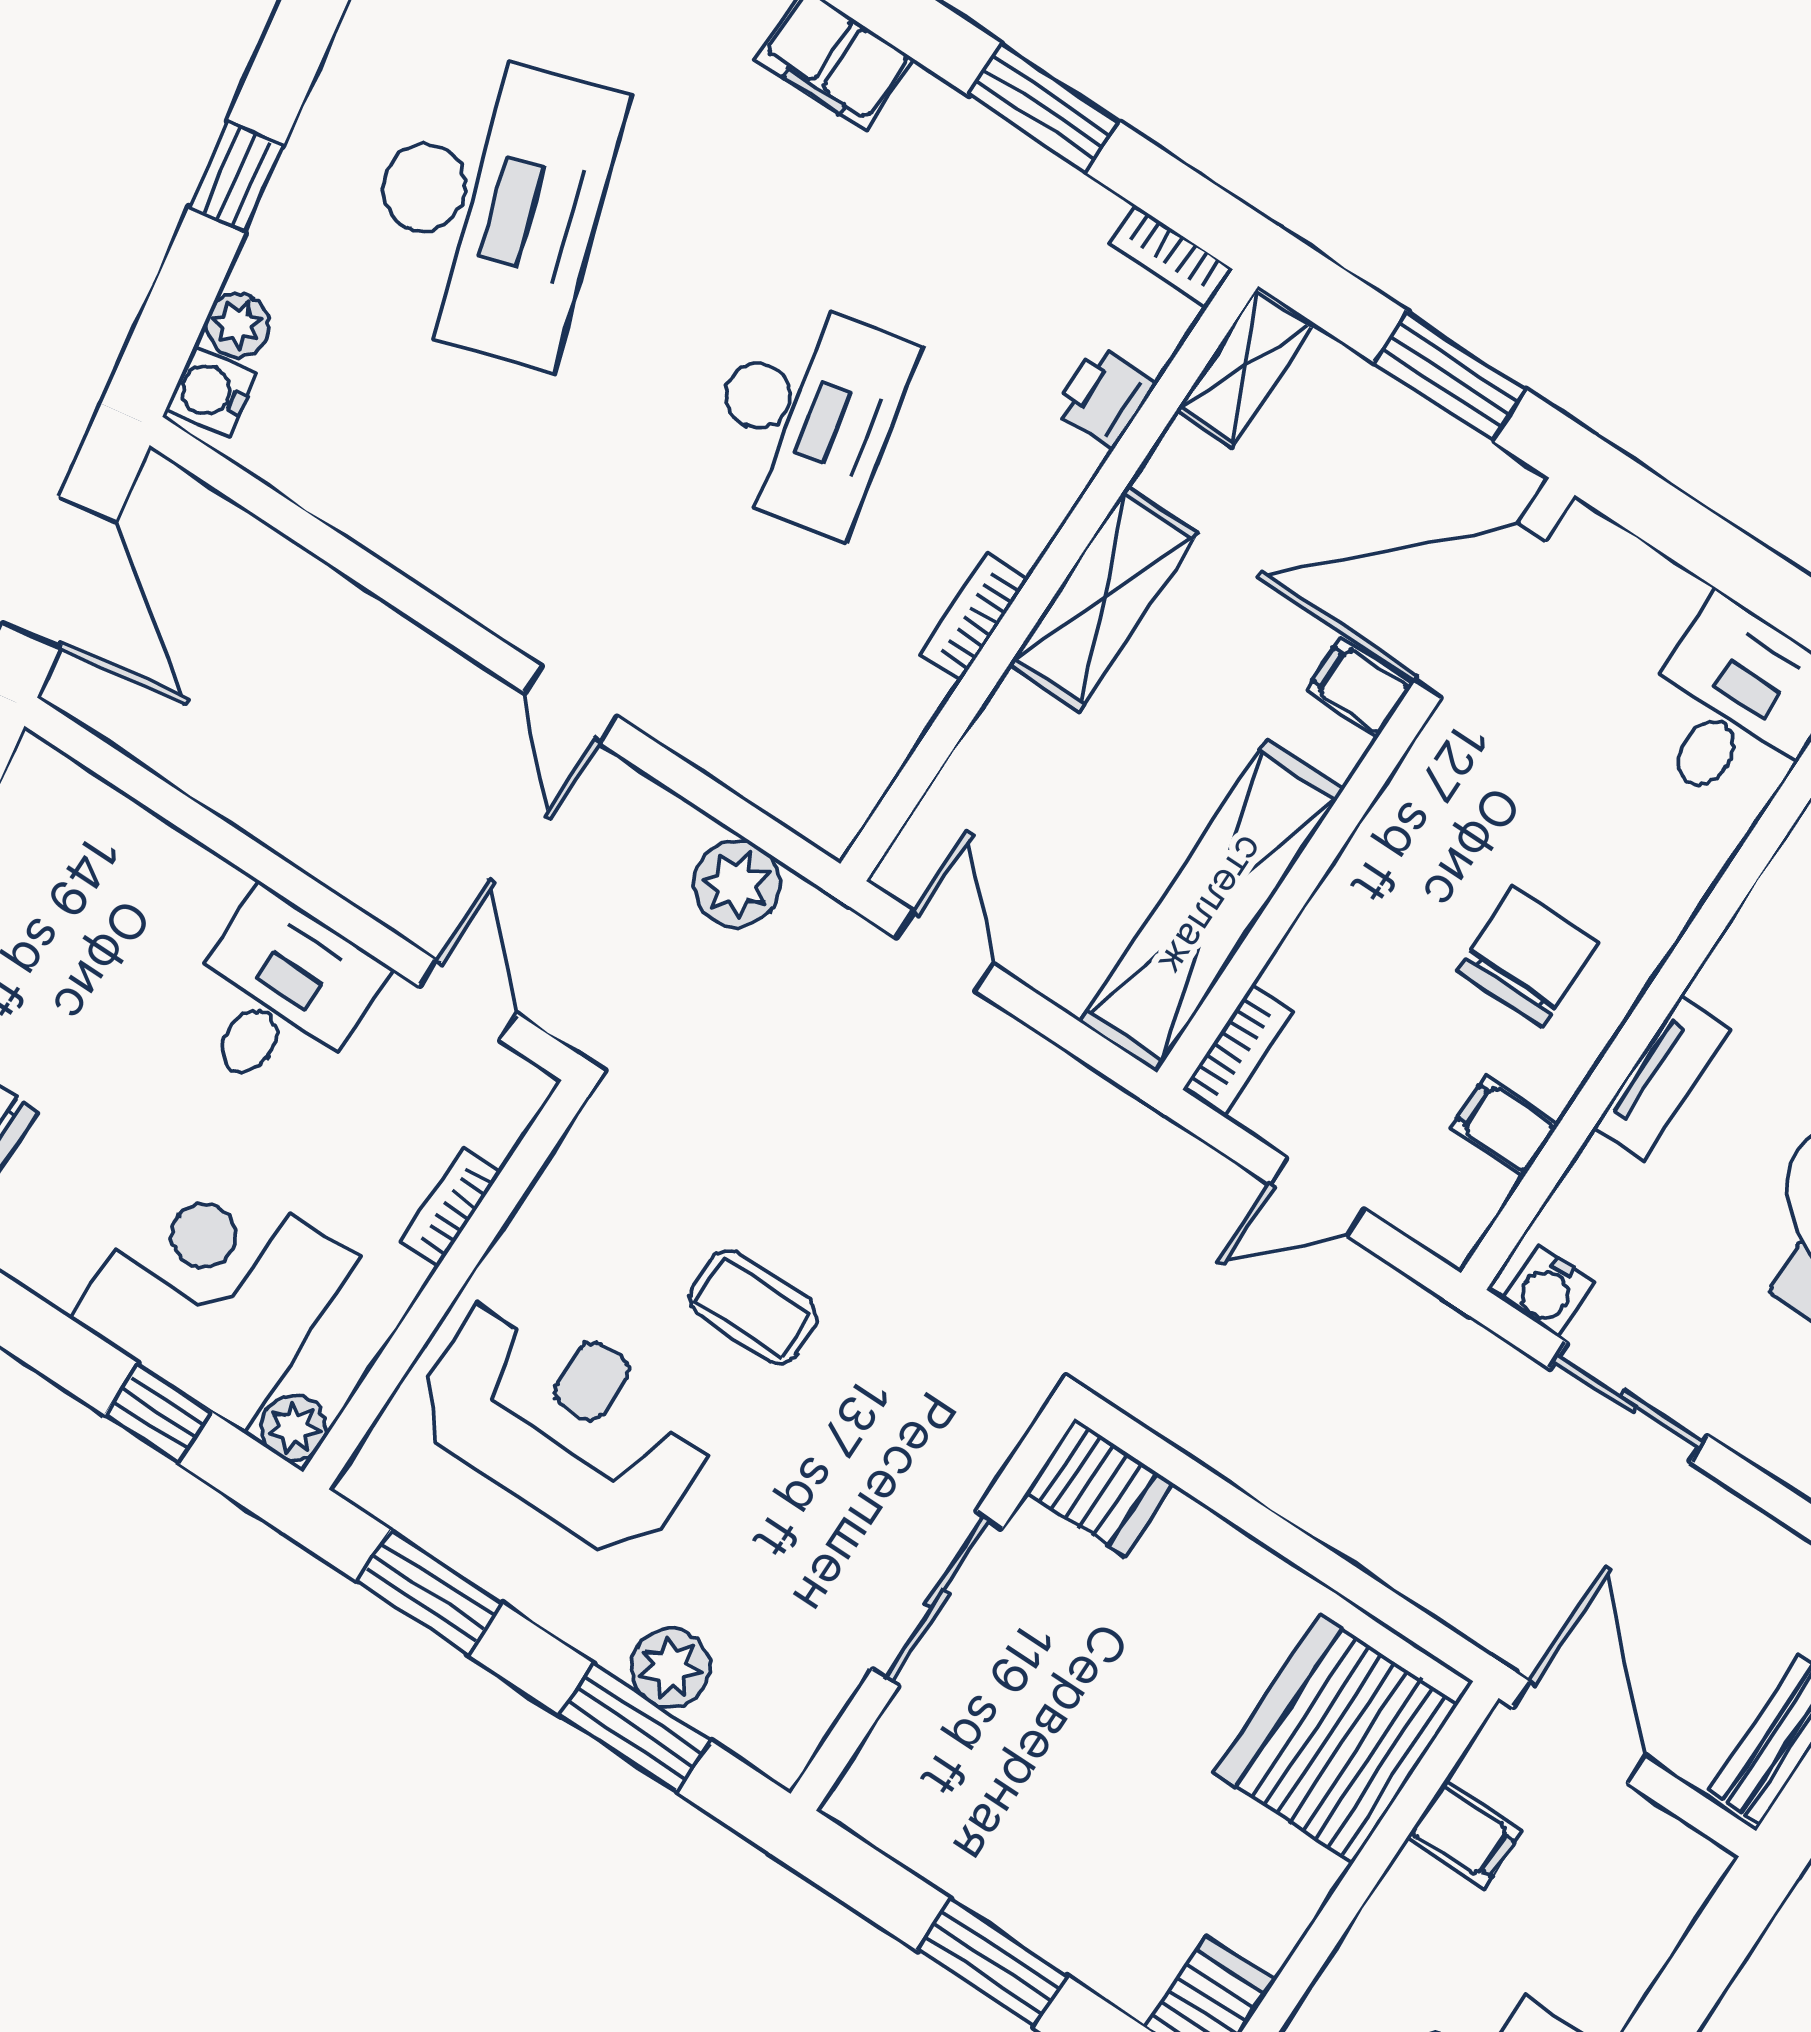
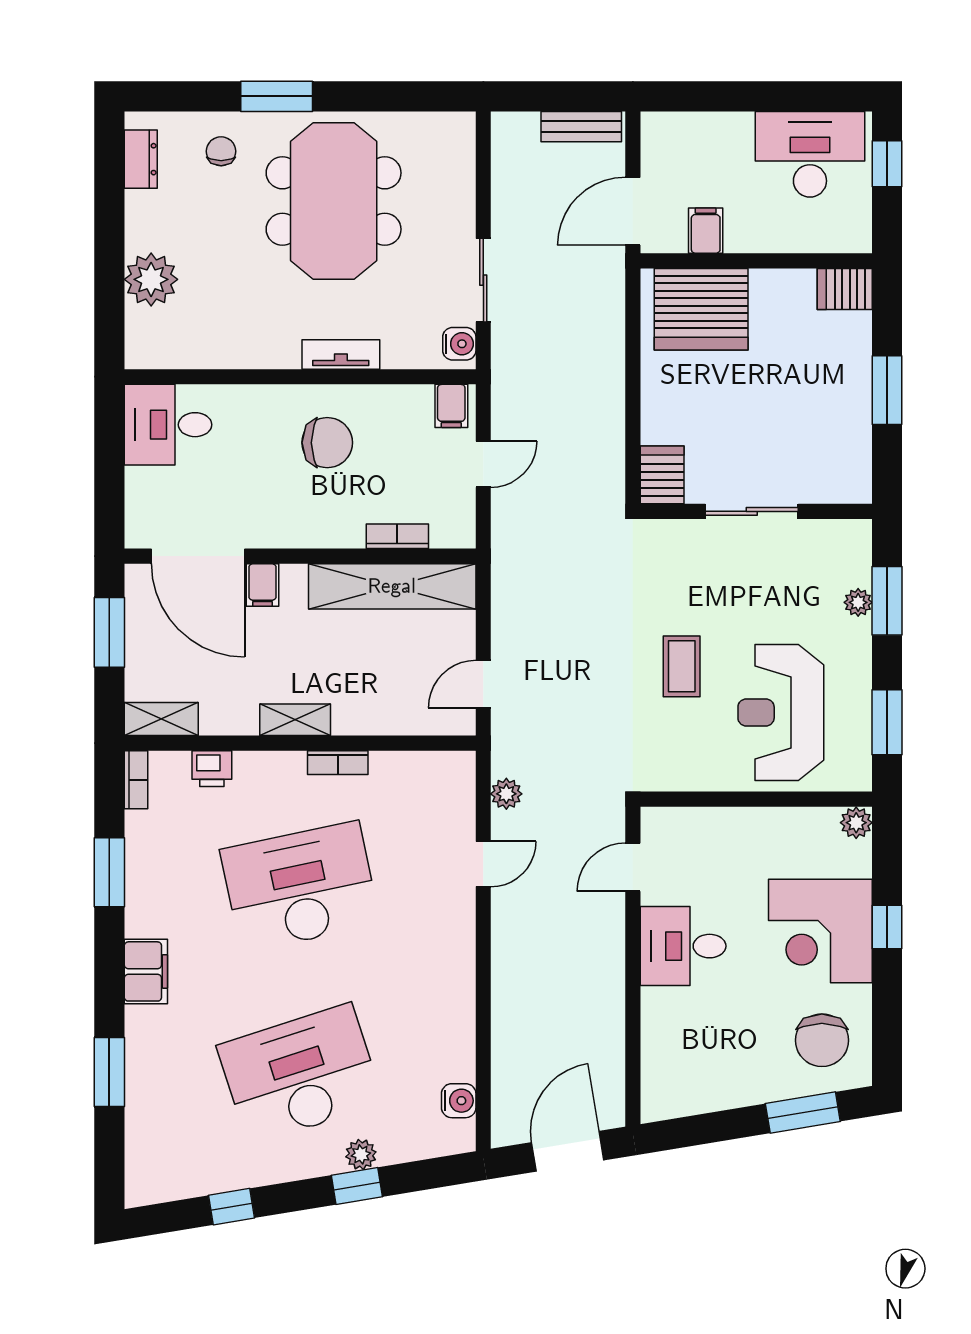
plant: (238, 325) -> (361, 1154), moved
water cooler: (211, 392) -> (459, 1101), moved, turned -81
desk: (806, 415) -> (300, 887), width x1.36, depth x1.30
shelving: (1103, 599) -> (295, 720), width x0.67, depth x0.75
door: (570, 704) -> (483, 864), moved
plant: (737, 884) -> (506, 794), width x0.73, depth x0.73
chair: (1528, 956) -> (327, 443), turned 180
bookcase: (1238, 1051) -> (397, 536), moved
filing cabinet: (1505, 1126) -> (451, 406), moved
door: (1317, 1197) -> (483, 464), hinge flipped
bookcase: (451, 1207) -> (723, 818), removed
corner desk: (214, 1288) -> (820, 931), moved
window: (158, 1413) -> (887, 927), moved
plant: (670, 1668) -> (858, 602), width x0.73, depth x0.73

